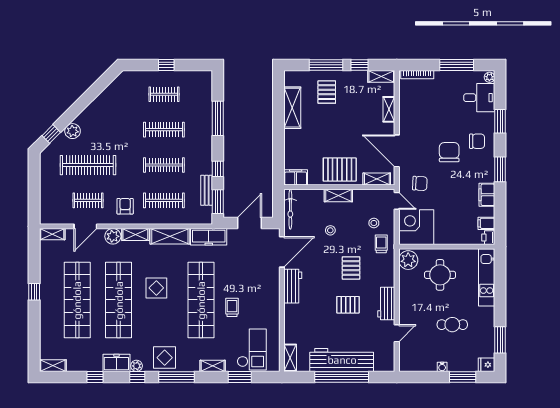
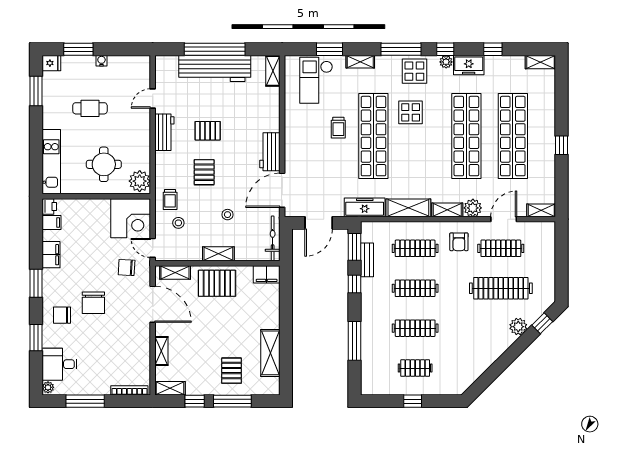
clothes rail: (88, 200) -> (501, 248), width x1.36
display table: (156, 288) -> (411, 112), moved

